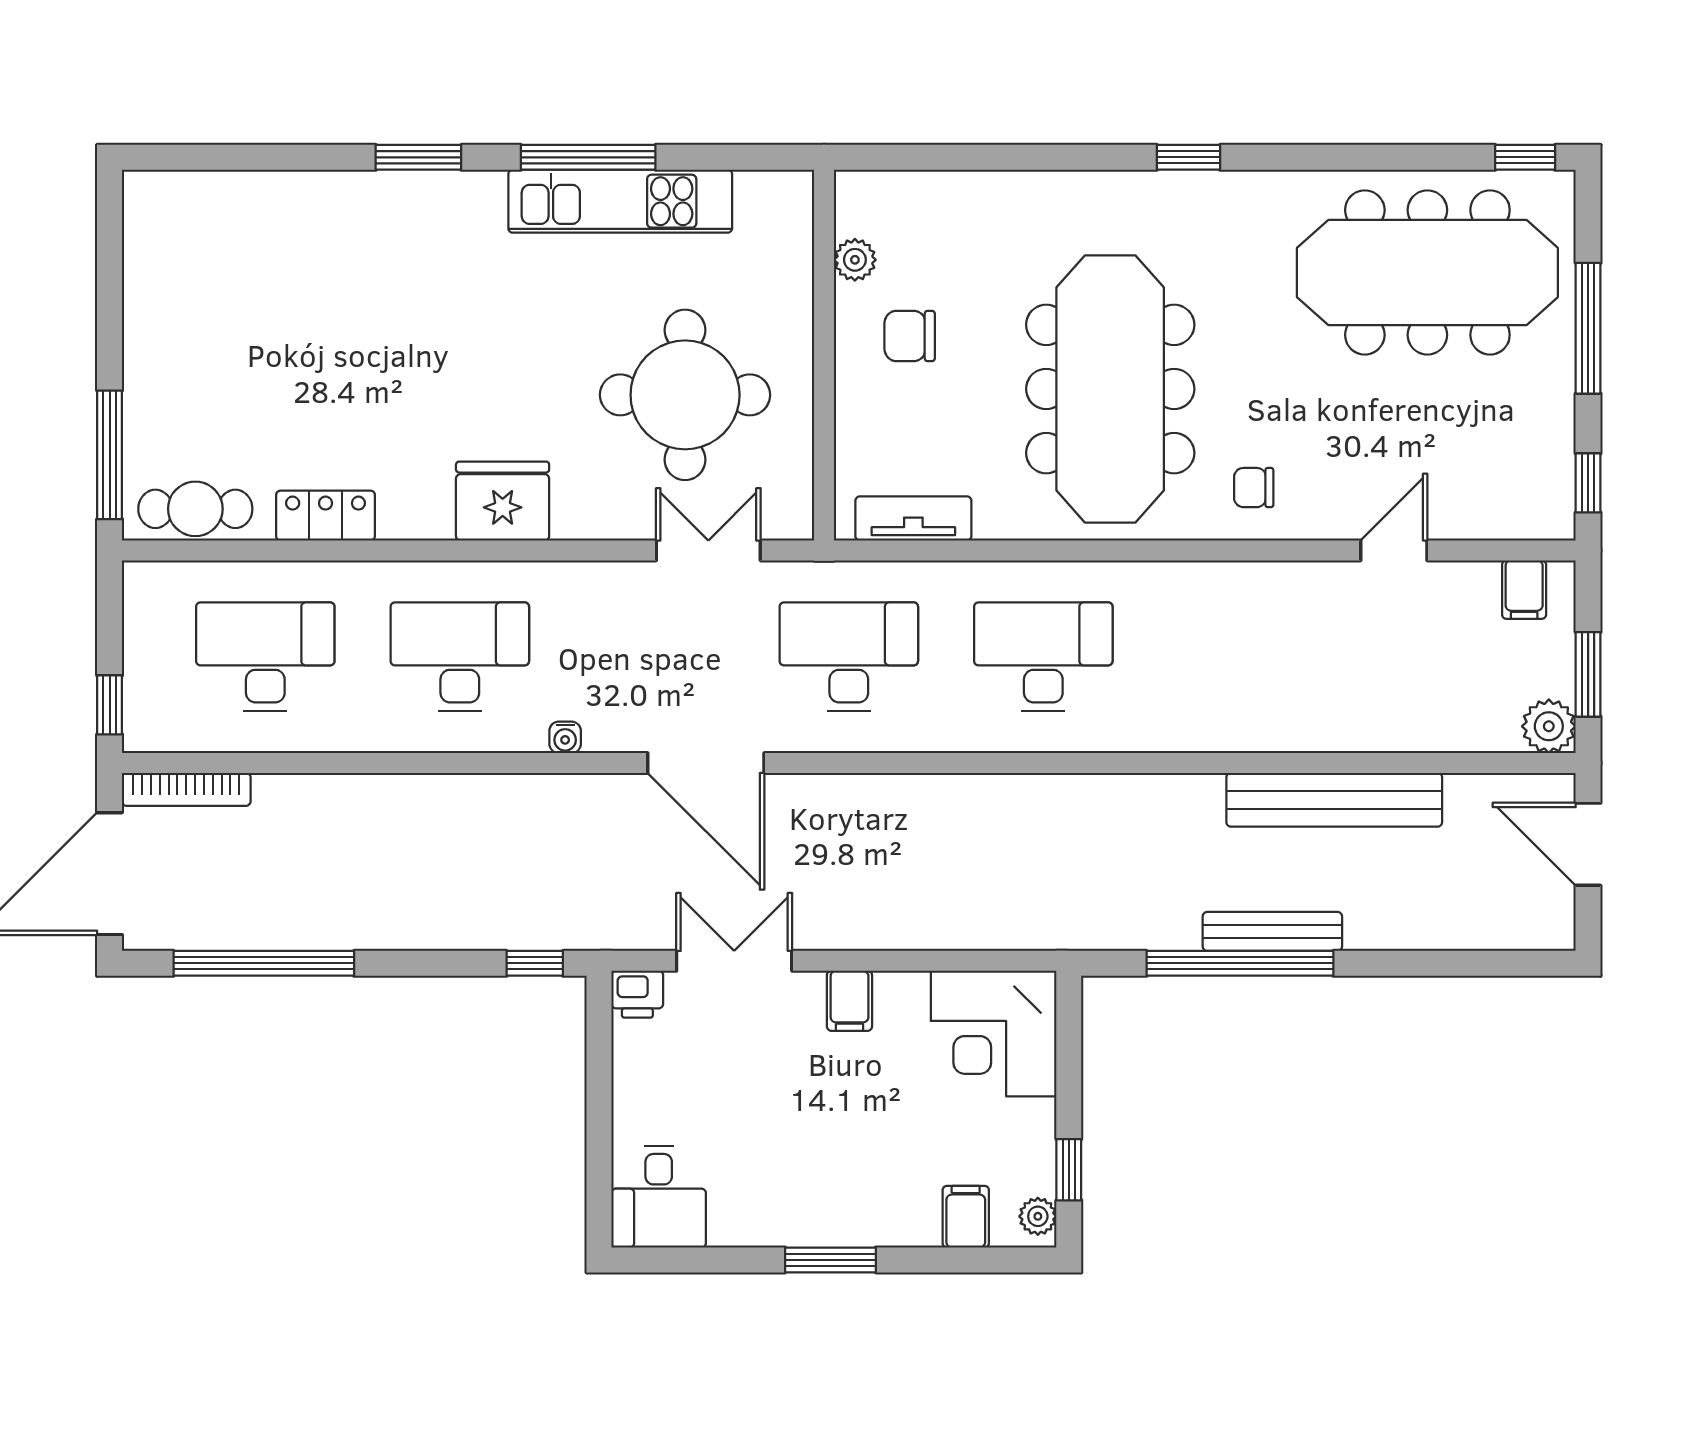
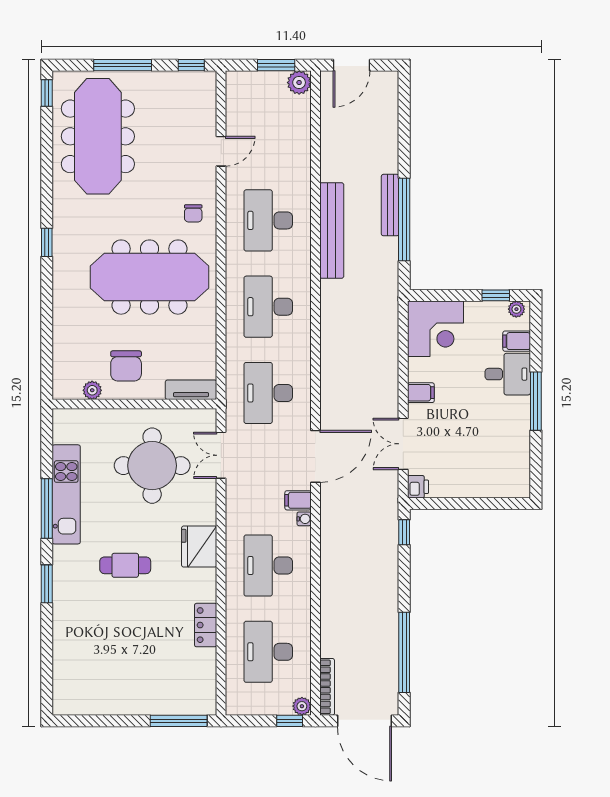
chair: (910, 336) -> (126, 366), width x1.37, depth x1.37
cafe table: (195, 509) -> (125, 565), moved, turned 90
tv unit: (913, 518) -> (191, 390), moved, turned 90
door: (1394, 550) -> (221, 151), swing flipped
filing cabinet: (1524, 590) -> (298, 500), moved, turned 180
desk: (1238, 657) -> (268, 220), added
plant: (143, 733) -> (302, 706), added
bench: (1334, 800) -> (332, 231), moved
desk: (659, 1197) -> (508, 374), moved
window: (830, 1260) -> (536, 401), width x1.44

